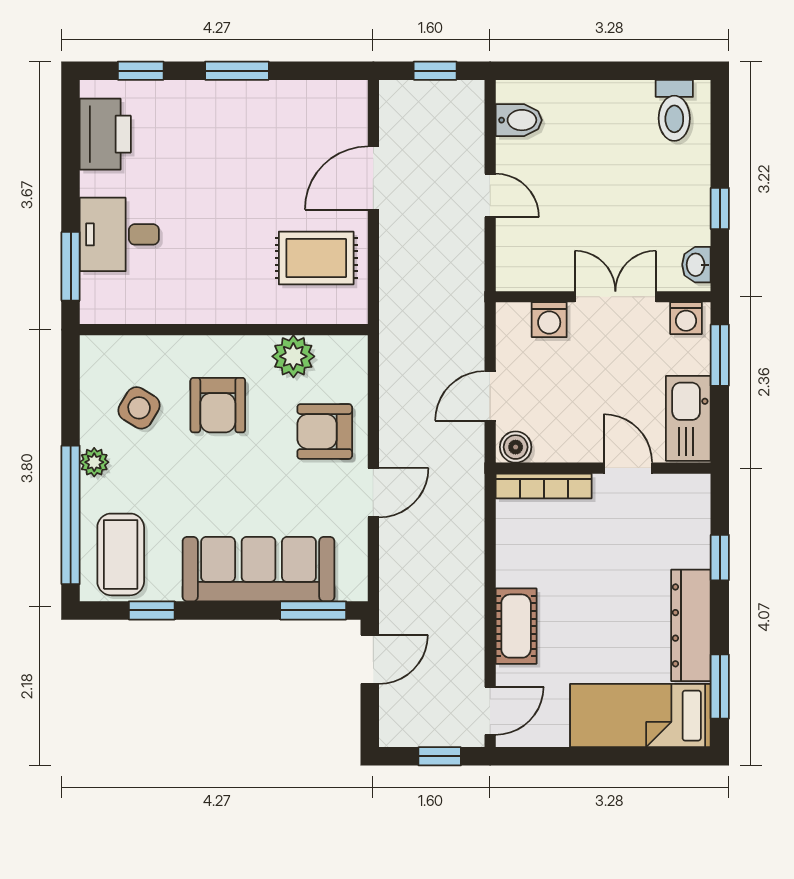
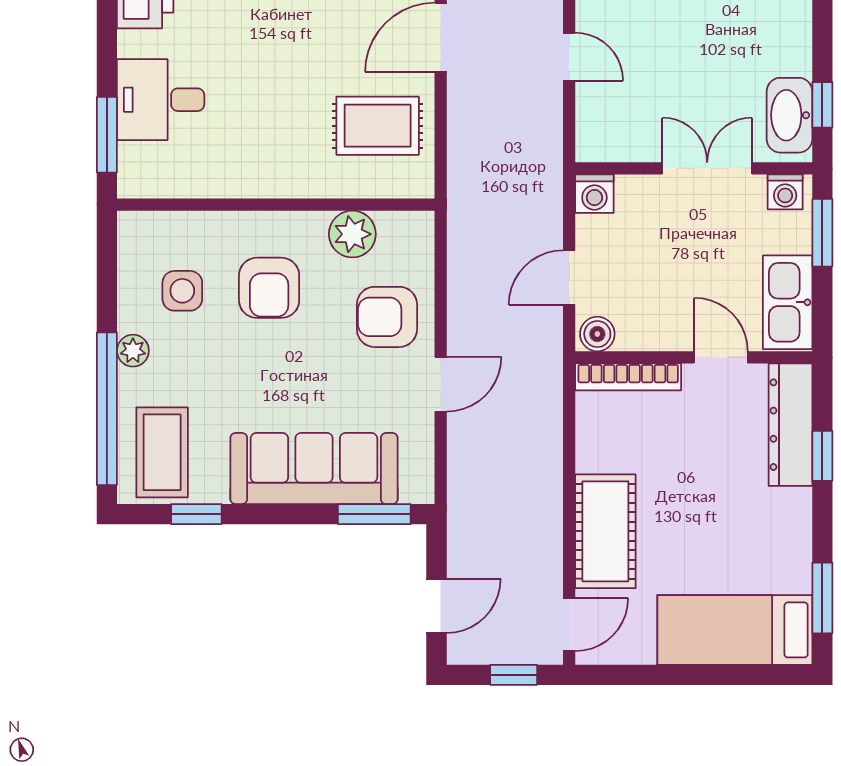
window: (720, 208) -> (822, 105), moved
washbasin: (696, 265) -> (790, 115), width x1.91, depth x1.45
washing machine: (549, 320) -> (594, 194), moved
side table: (139, 408) -> (182, 291), turned -31
dresser: (691, 625) -> (790, 425), moved
cot: (516, 626) -> (605, 531), width x1.37, depth x1.34
door: (370, 659) -> (437, 606), moved

